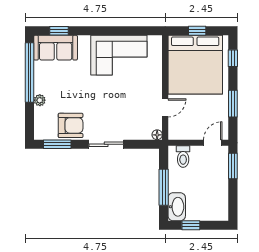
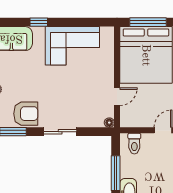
window: (59, 31) -> (39, 22), moved
window: (197, 31) -> (148, 22), width x2.17

